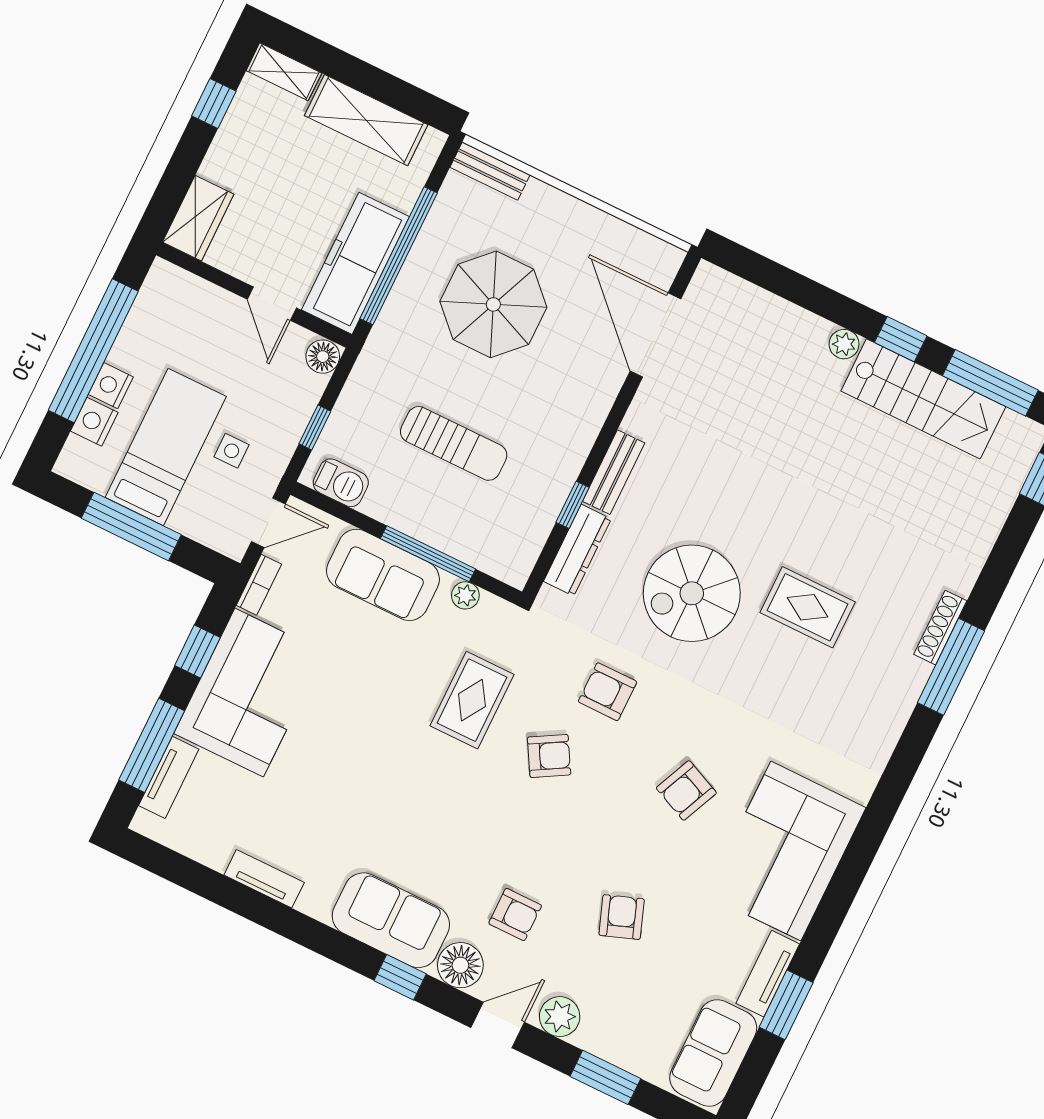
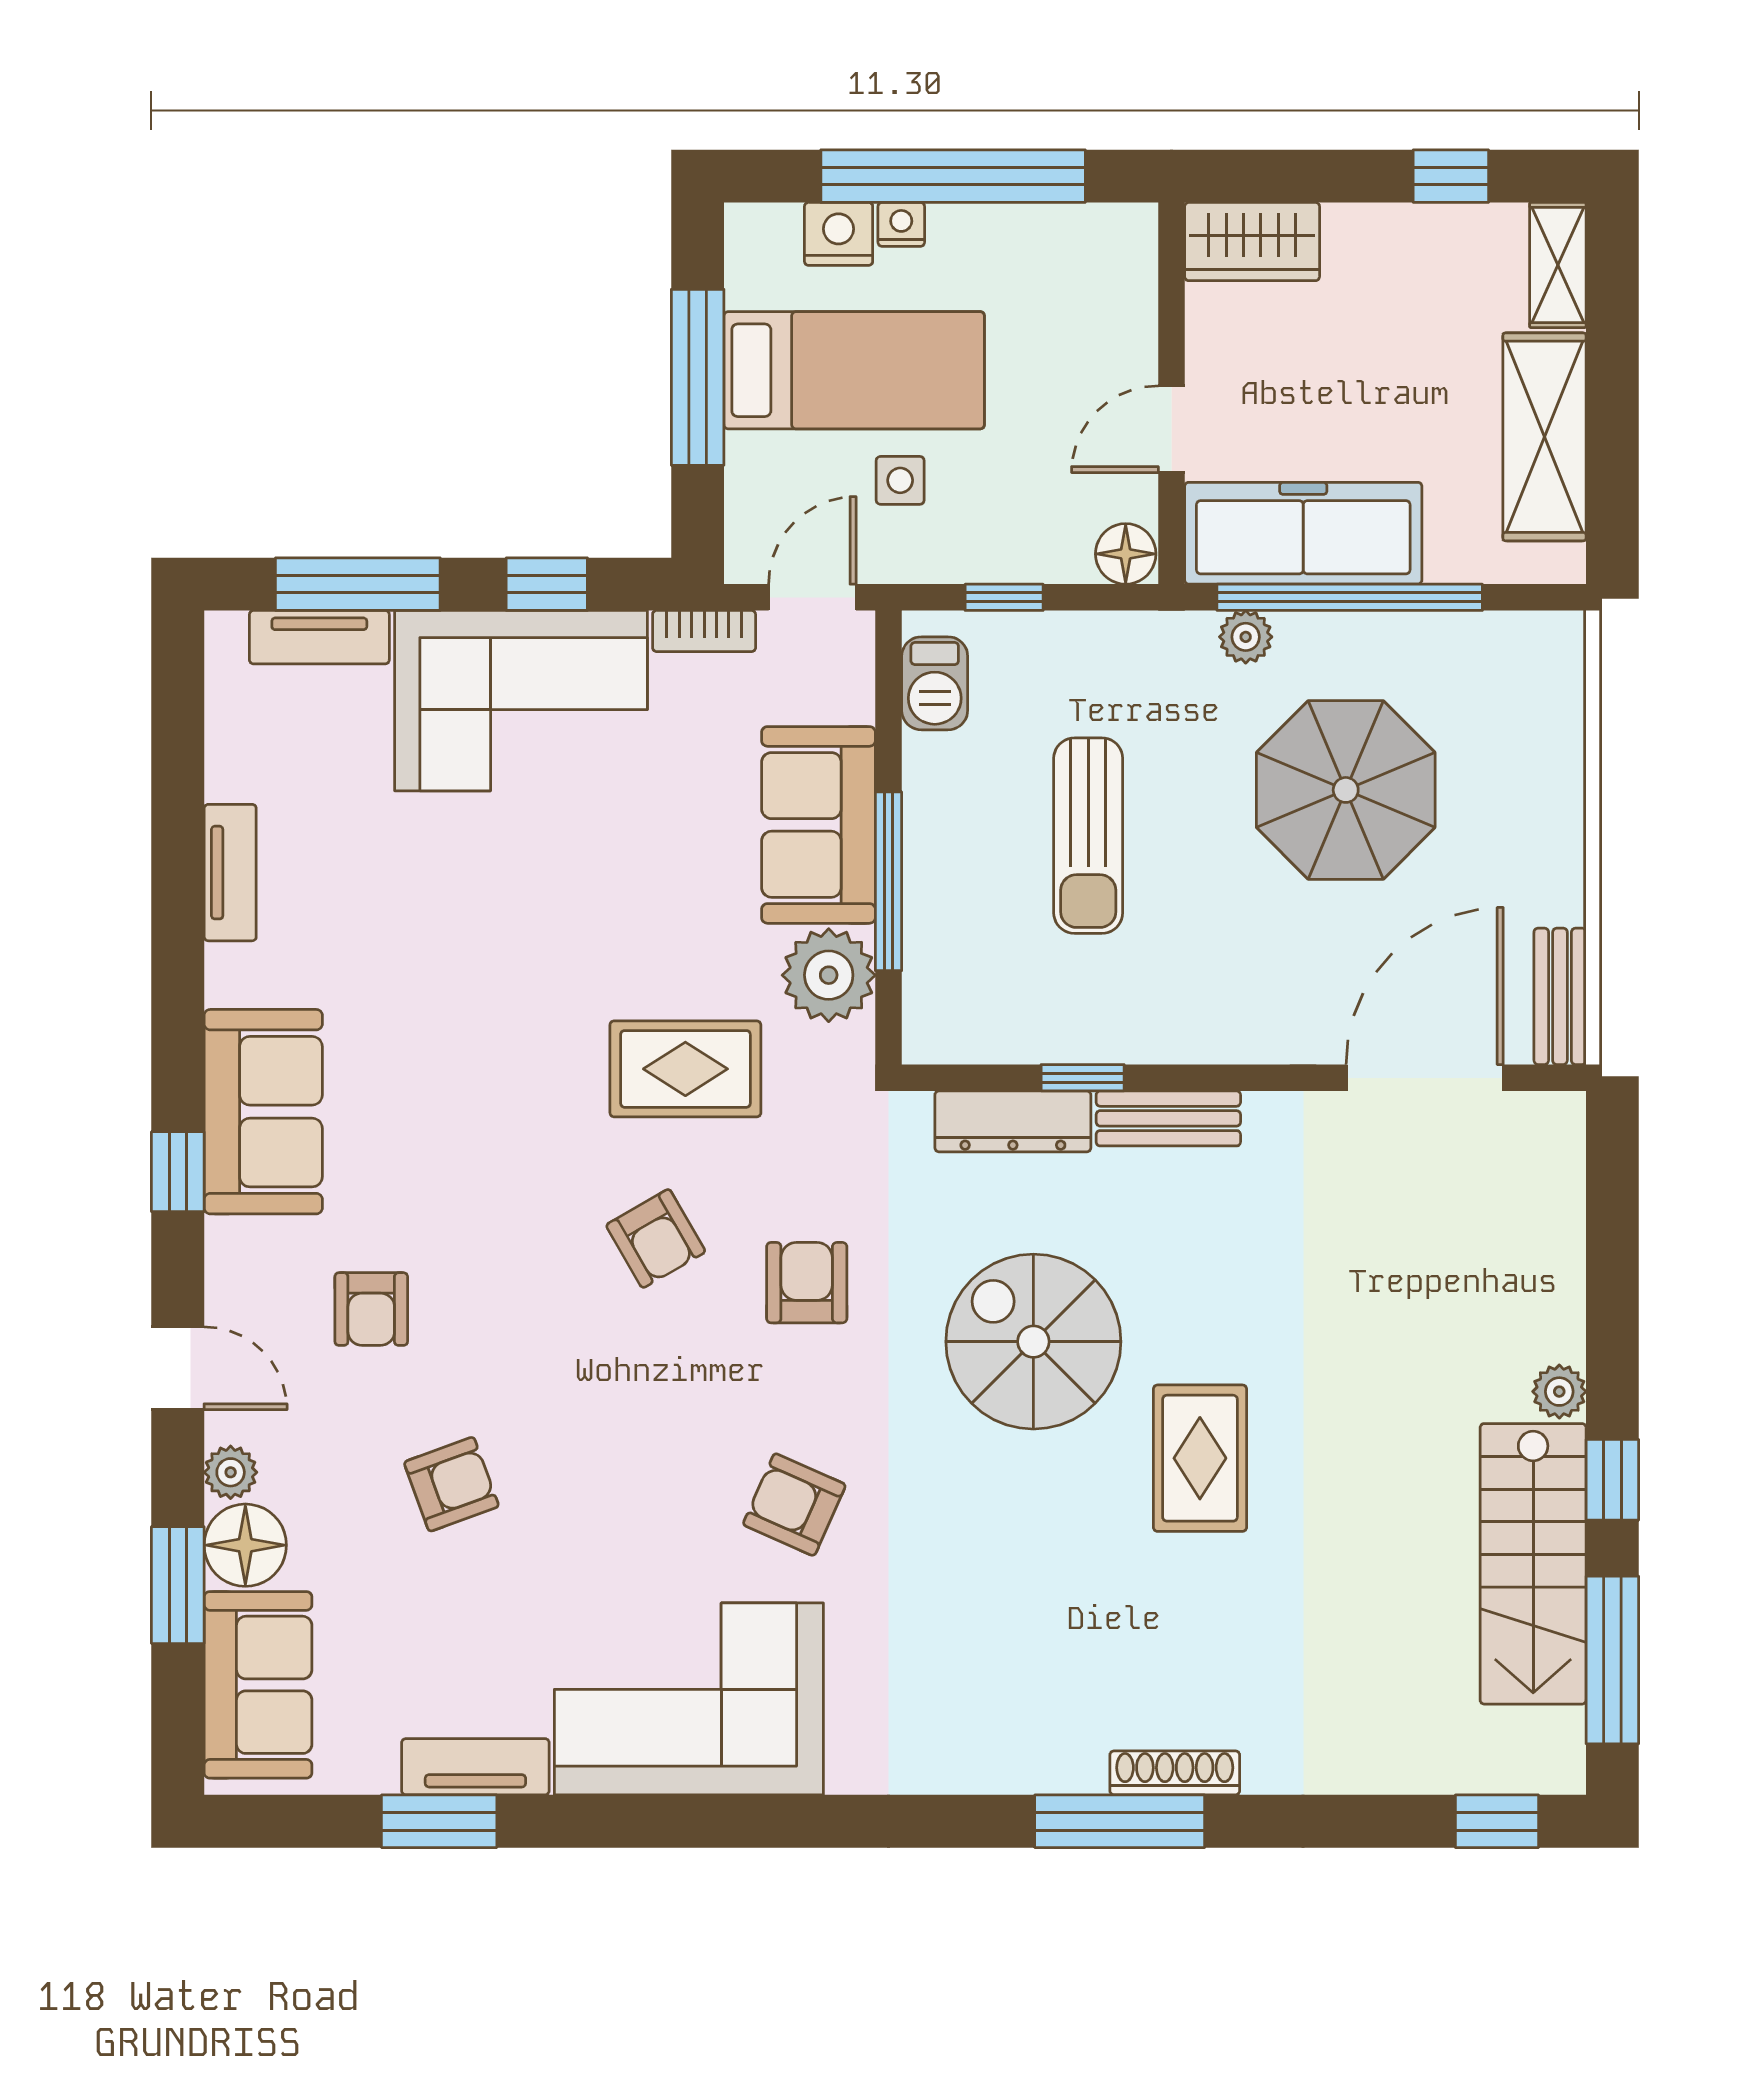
bench: (490, 171) -> (1560, 996), moved
plant: (393, 317) -> (1246, 637), added
nightstand: (111, 386) -> (901, 224), width x0.72, depth x0.74
door: (268, 523) -> (812, 597), swing flipped
plant: (465, 595) -> (829, 975), width x1.87, depth x1.87
rug: (808, 607) -> (1200, 1458), moved
armchair: (686, 790) -> (794, 1505), moved
floor lamp: (460, 965) -> (245, 1545), moved
plant: (560, 1017) -> (231, 1472), width x0.73, depth x0.73
sofa: (713, 1053) -> (258, 1685), moved, turned 90

